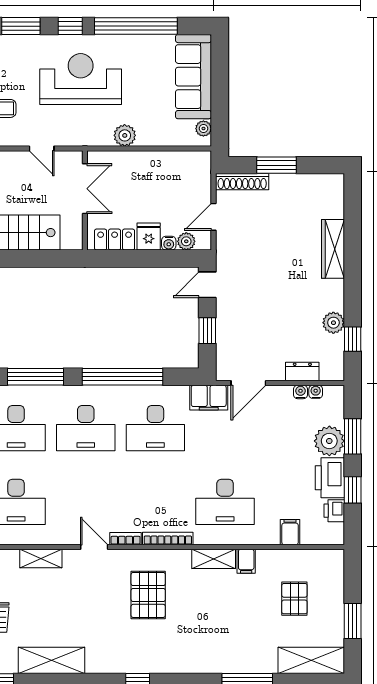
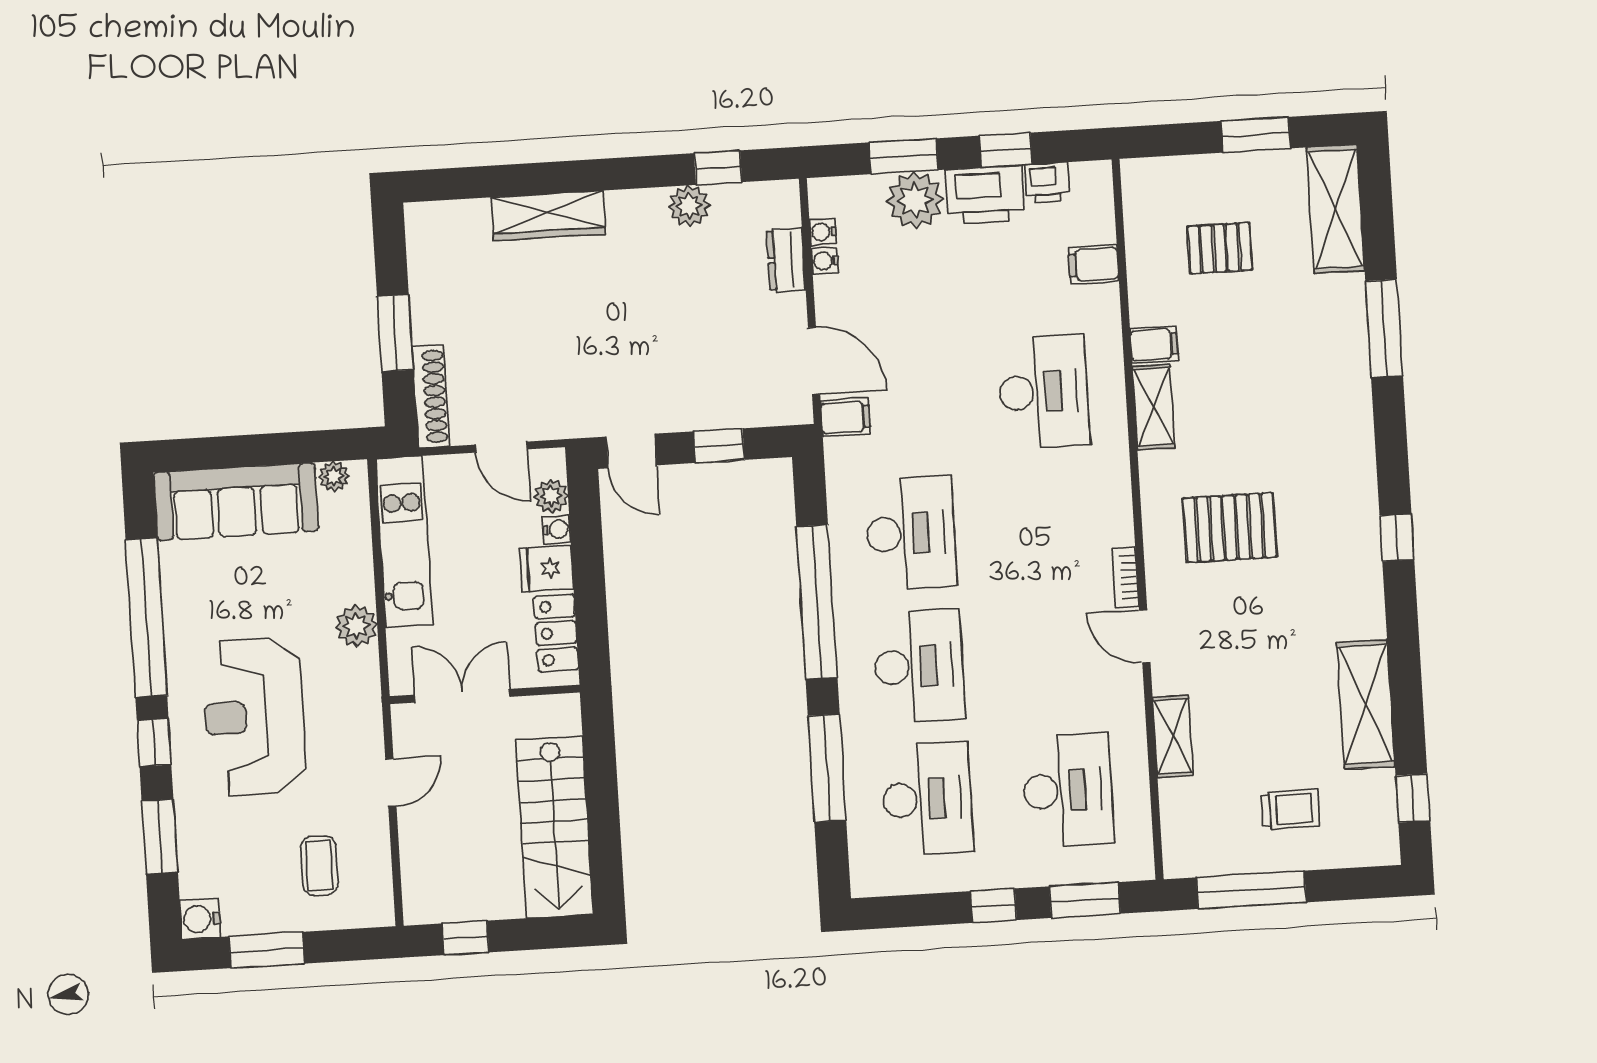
kitchen unit: (167, 163) -> (404, 542), added
filing cabinet: (209, 398) -> (845, 417), width x0.50
bookcase: (168, 538) -> (1120, 497), removed
door: (94, 547) -> (1145, 636), hinge flipped

